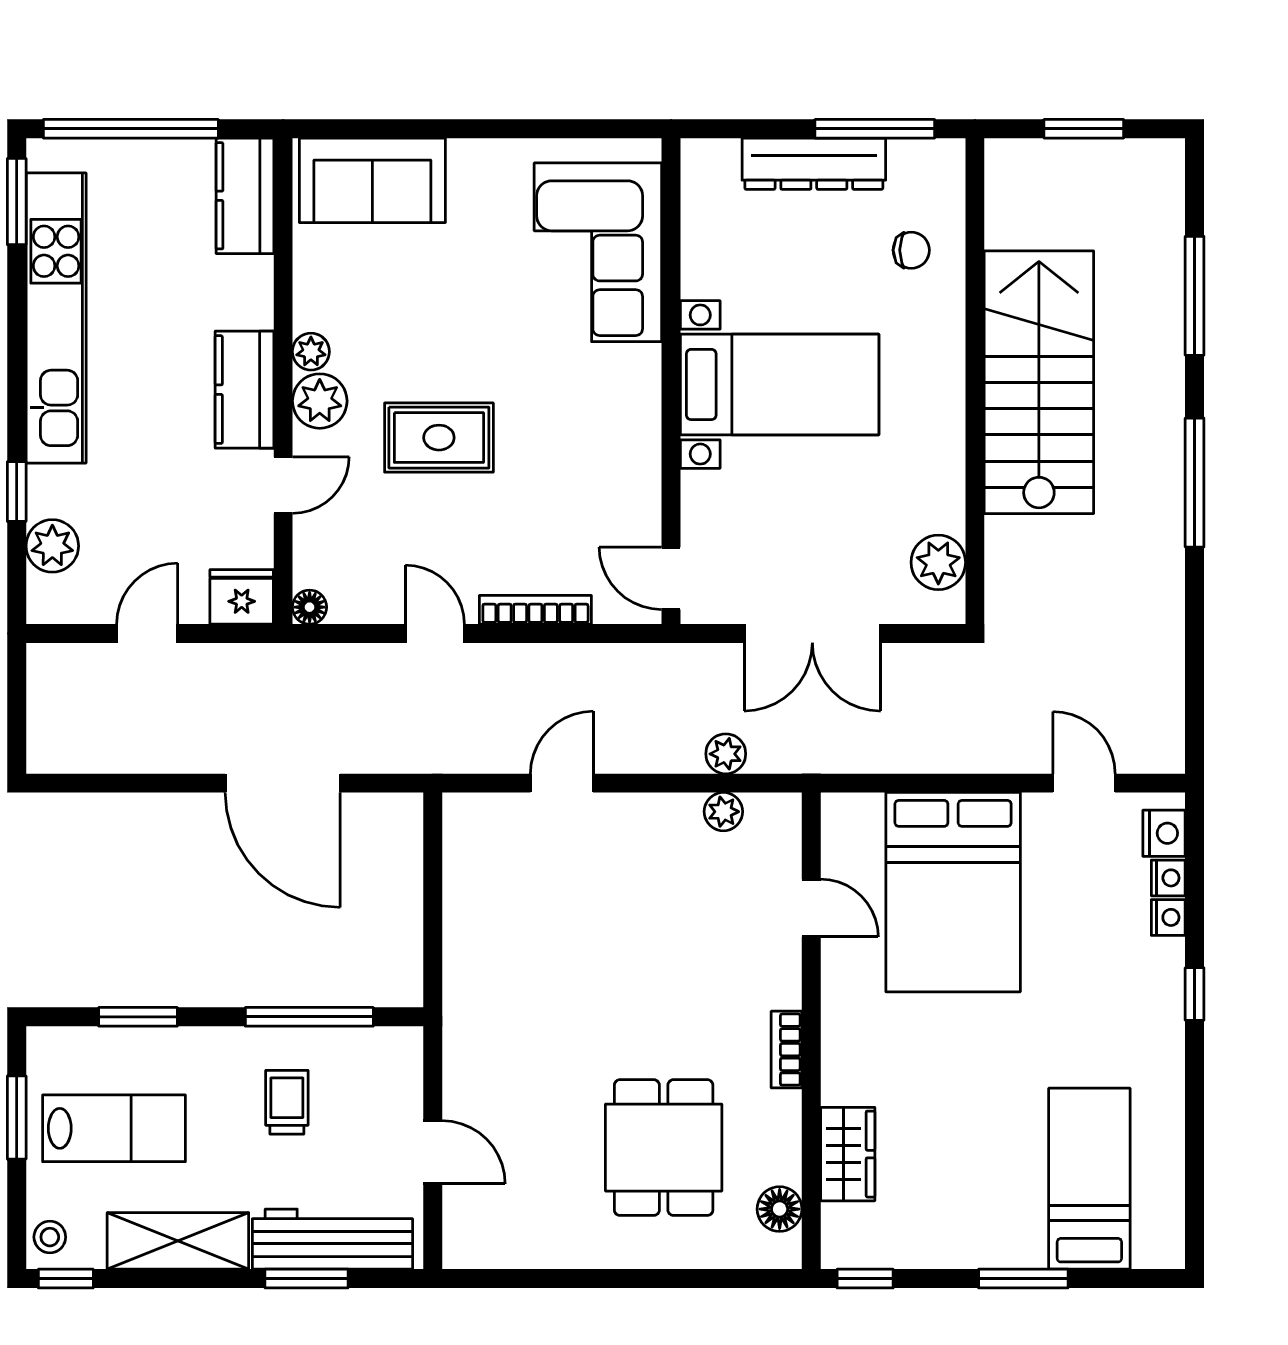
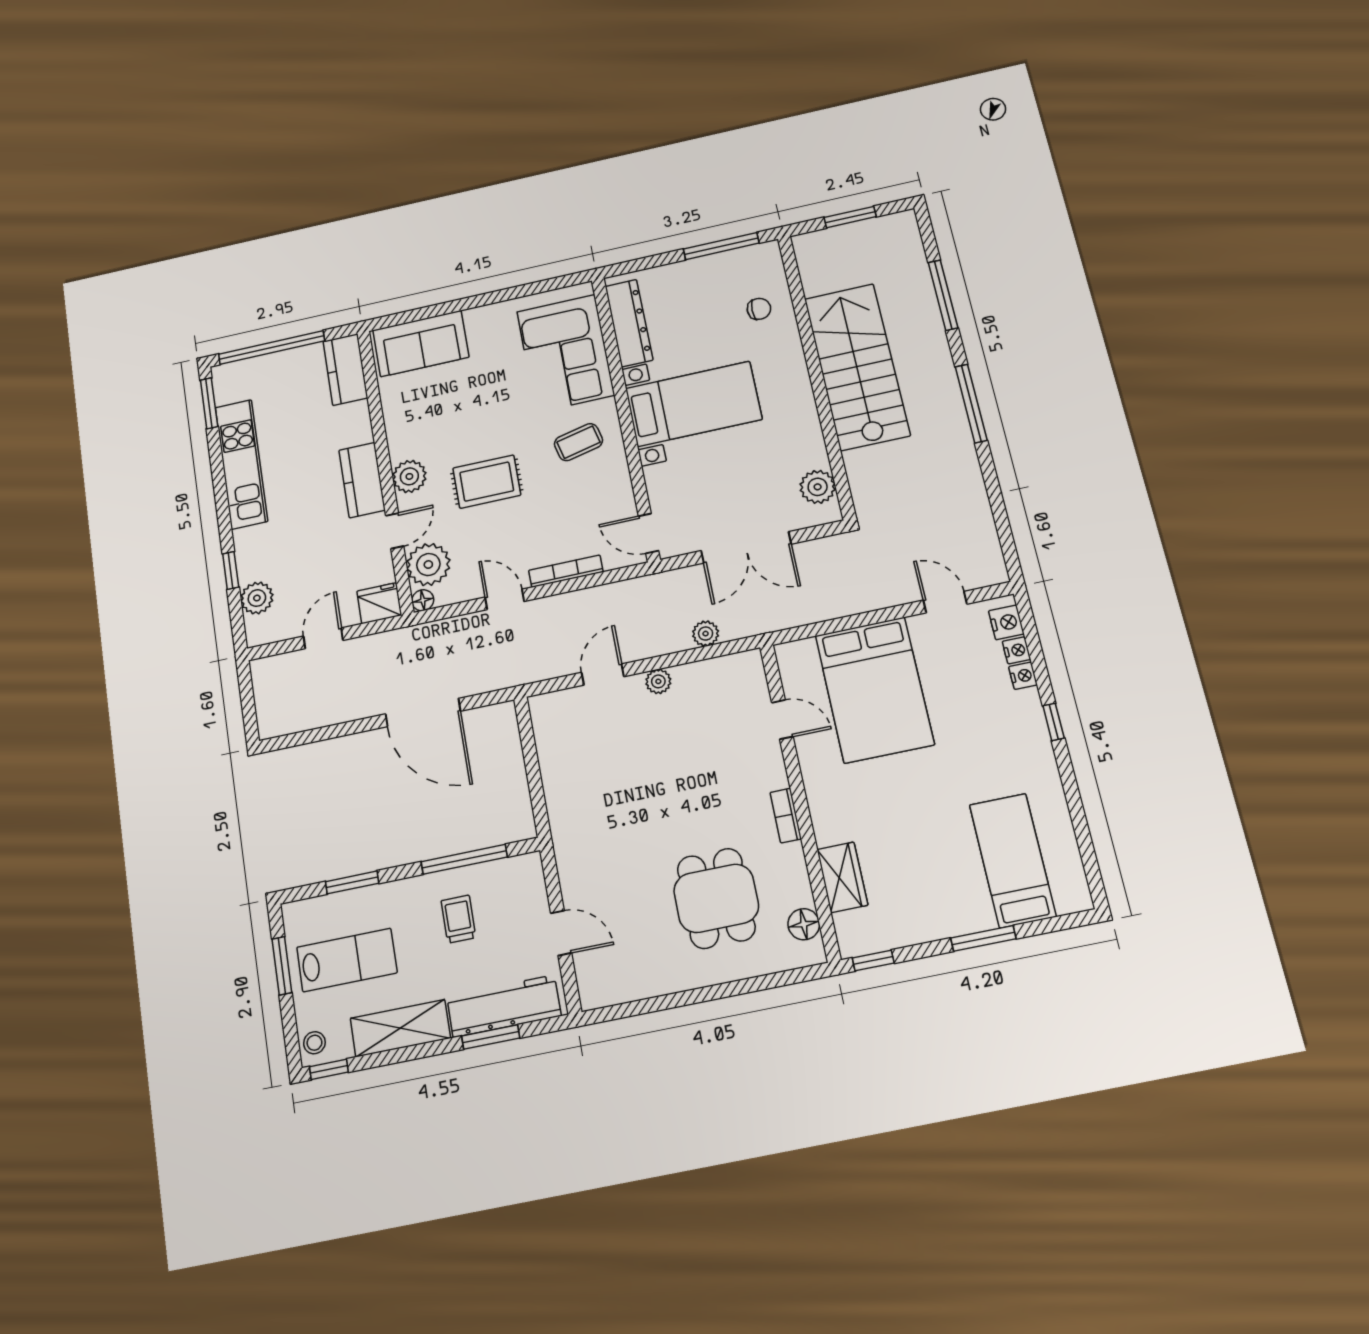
dresser: (814, 164) -> (629, 323), moved, turned -90
kitchen unit: (56, 318) -> (241, 464), width x0.73
plant: (311, 352) -> (428, 565), moved, width x1.87, depth x1.87
coffee table: (592, 406) -> (578, 442), added
plant: (723, 812) -> (658, 681), moved

